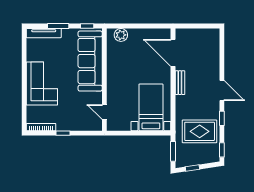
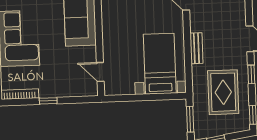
bench: (180, 83) -> (196, 48), moved
rug: (200, 131) -> (223, 92), turned 90

